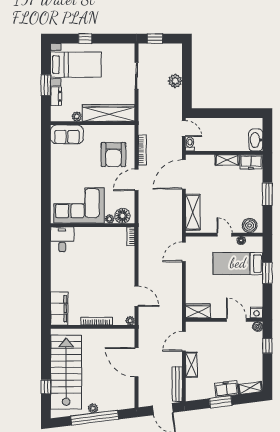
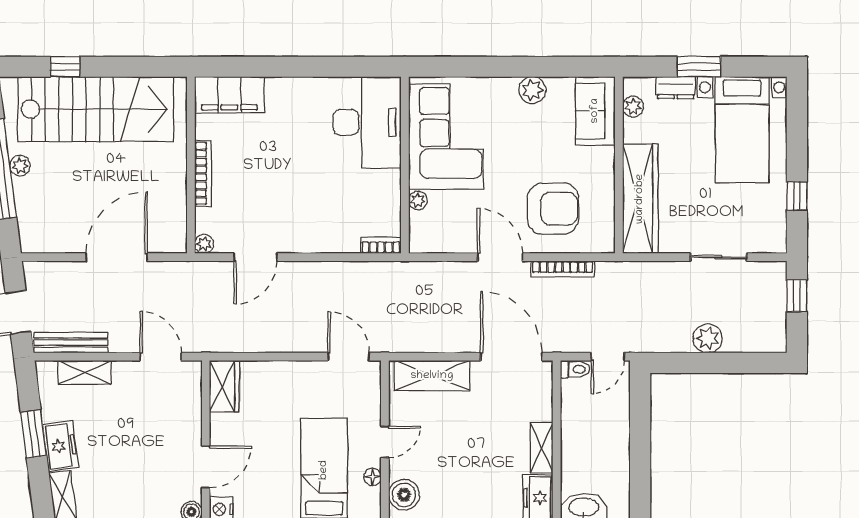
window: (85, 39) -> (797, 196), moved
plant: (77, 116) -> (633, 107), moved
armchair: (113, 155) -> (553, 209), turned 180
plant: (57, 164) -> (532, 90), added
floor lamp: (122, 216) -> (424, 228), removed
desk: (62, 239) -> (367, 122), width x1.87, depth x1.30
shelving: (191, 365) -> (85, 372), moved

